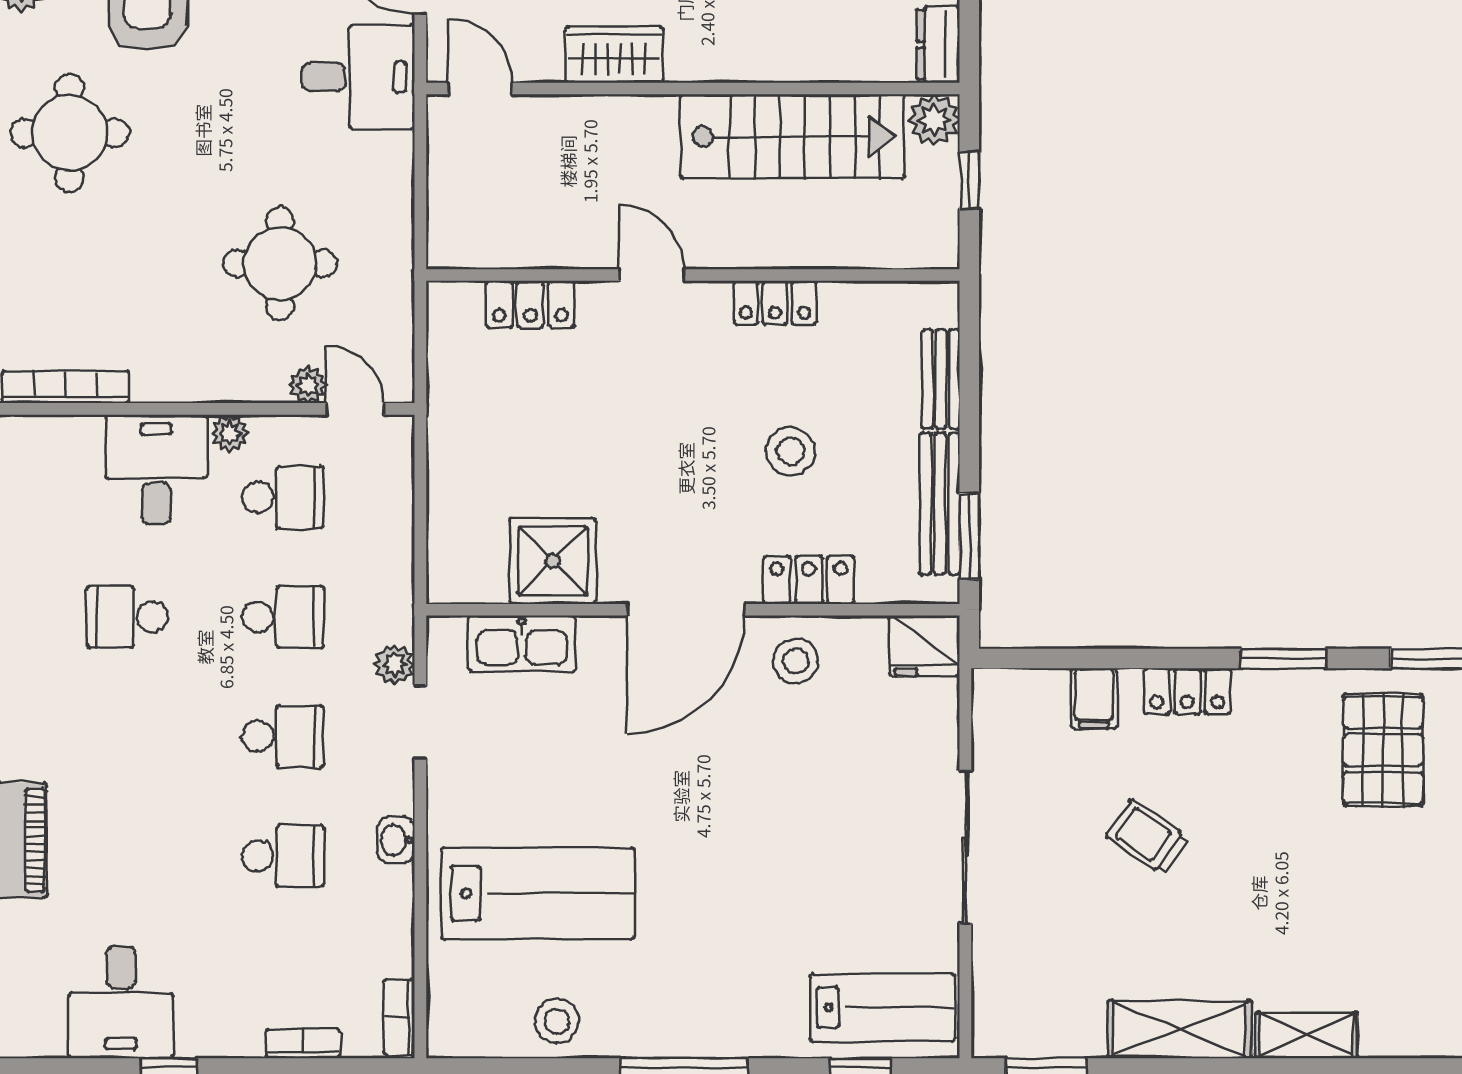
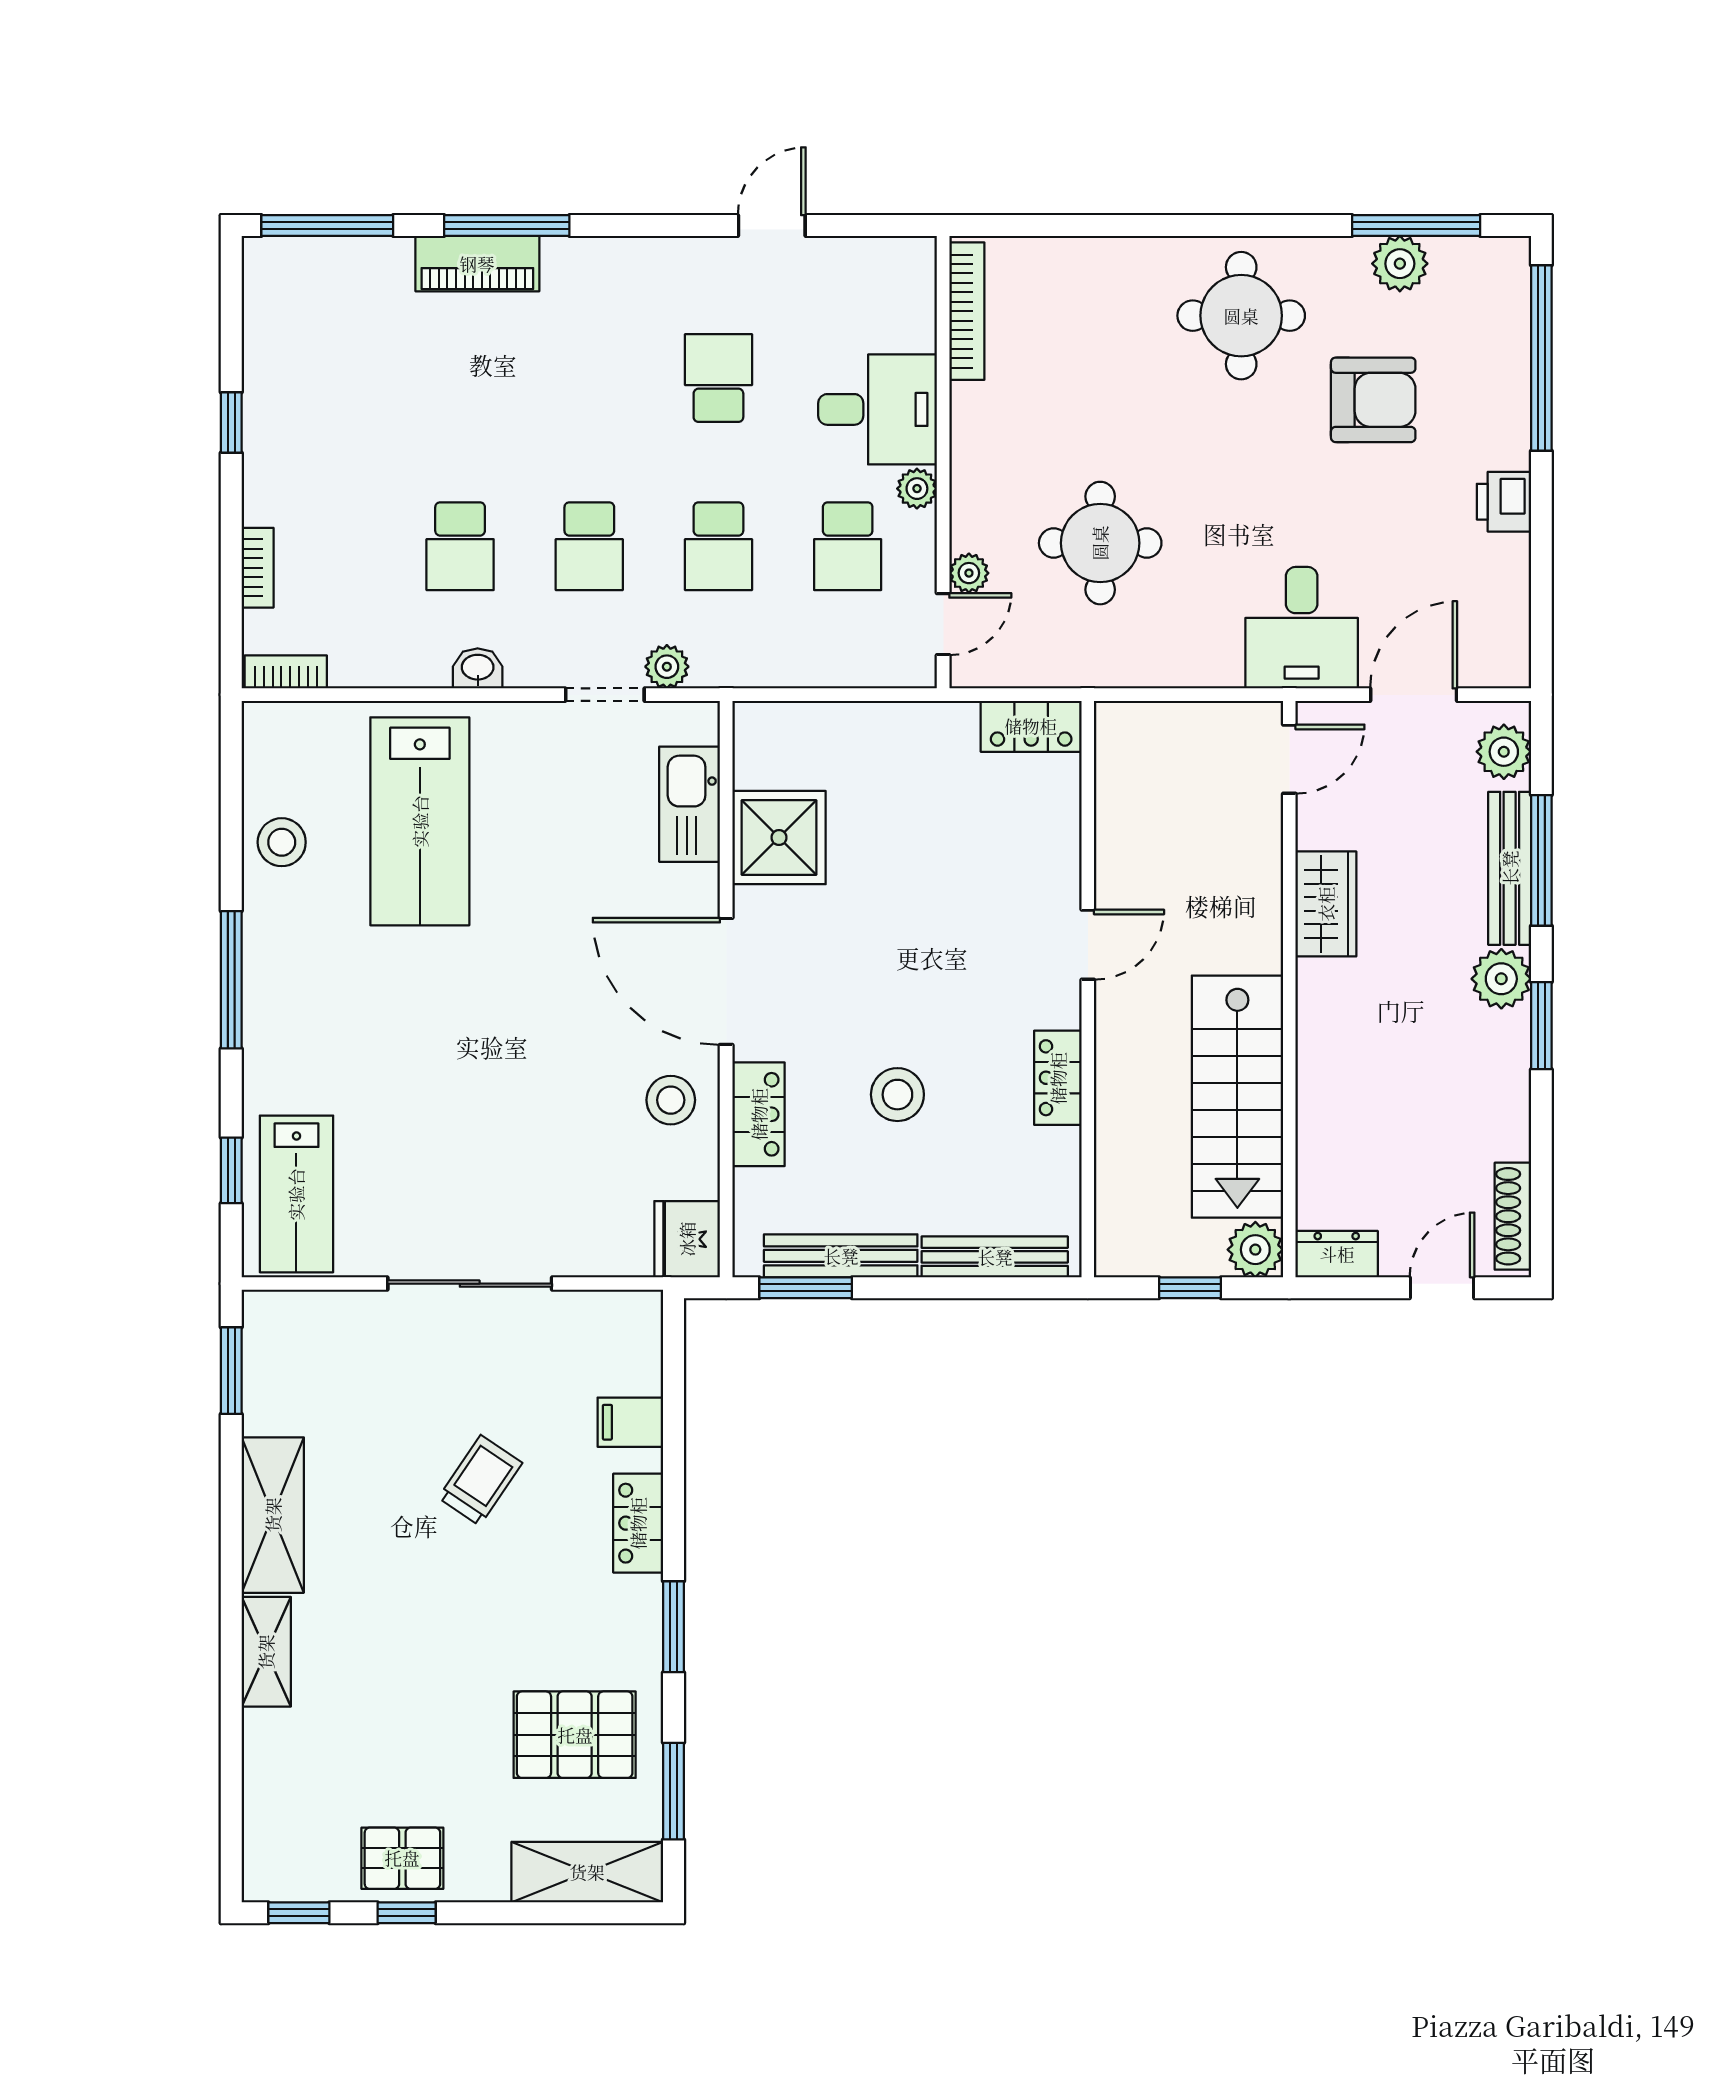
locker: (530, 304) -> (1031, 726), moved, turned -90
bench: (941, 379) -> (995, 1257), width x1.36
desk: (121, 1002) -> (302, 371), removed

